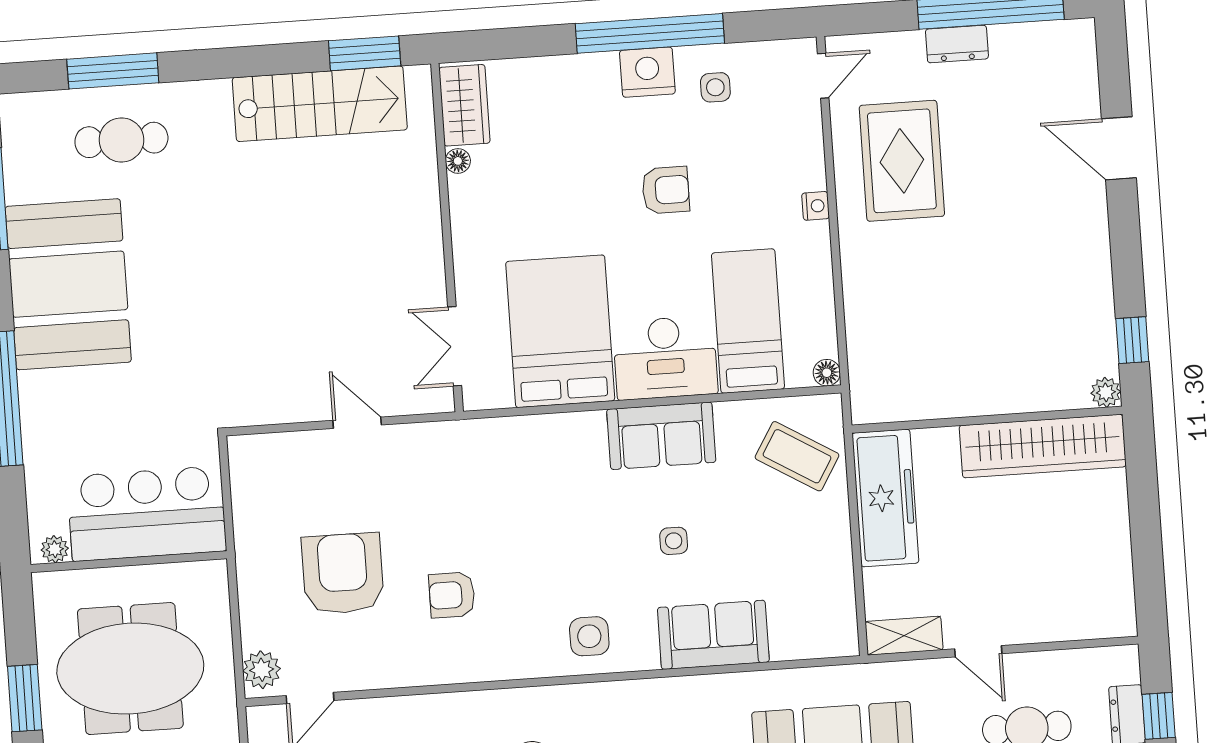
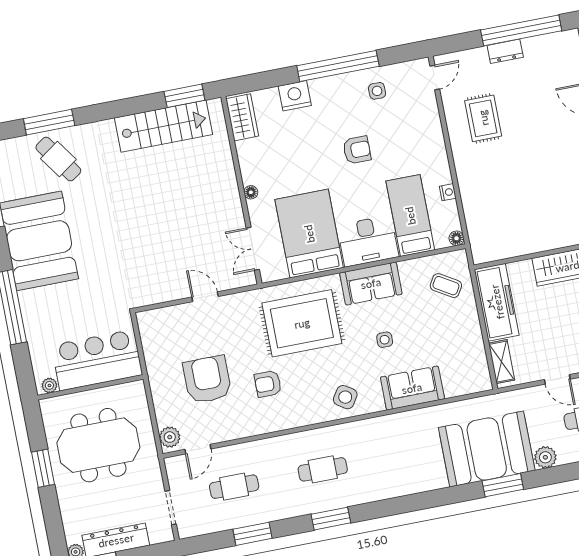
nightstand: (647, 72) -> (295, 96), moved
cafe table: (121, 140) -> (58, 159), turned 55
floor lamp: (458, 161) -> (251, 192), moved
rug: (902, 161) -> (483, 118), width x0.73, depth x0.70
nightstand: (816, 206) -> (448, 192), moved
coffee table: (797, 456) -> (446, 286), width x0.73, depth x0.77
rug: (527, 493) -> (302, 323), added
side table: (589, 636) -> (345, 397), turned 33
shelving: (904, 636) -> (502, 362), moved, turned 90

